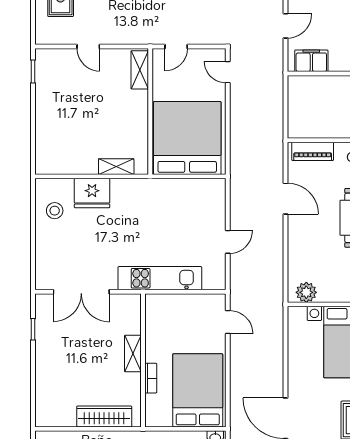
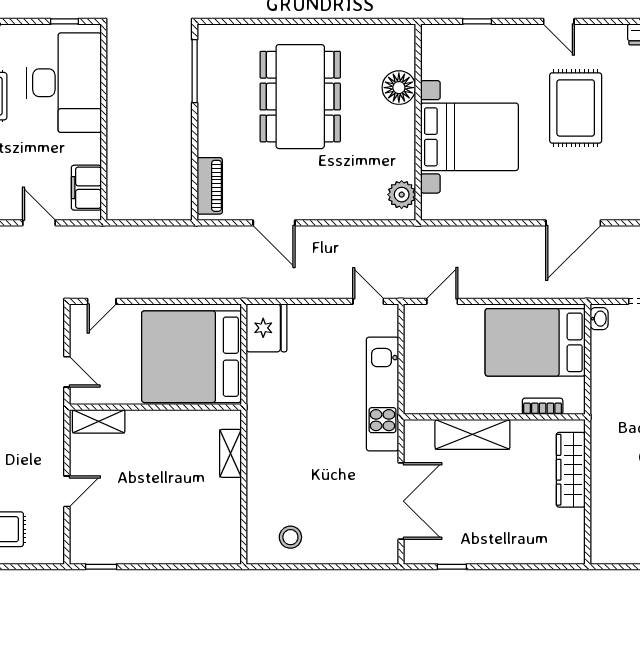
fridge: (92, 193) -> (266, 328), moved
door: (286, 199) -> (274, 223), swing flipped
door: (228, 242) -> (368, 301), moved
shelving: (133, 353) -> (472, 434), width x1.50, depth x1.33
bookcase: (151, 378) -> (543, 406), moved

